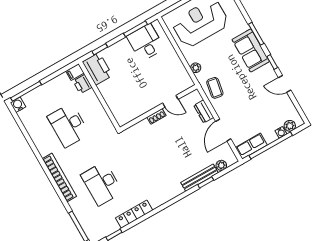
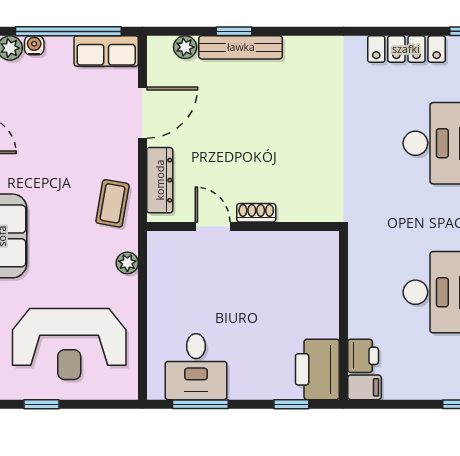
dresser: (204, 111) -> (160, 180), width x1.44

